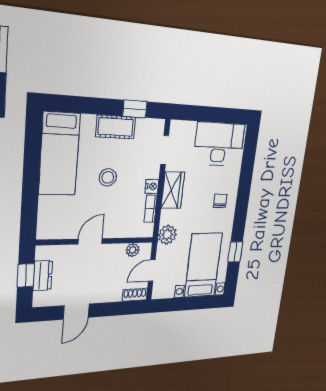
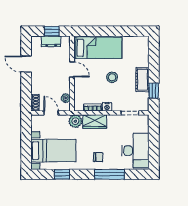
bed: (59, 154) -> (98, 48), moved, turned 180
window: (245, 184) -> (110, 174), added
wardrobe: (173, 190) -> (95, 122), moved

